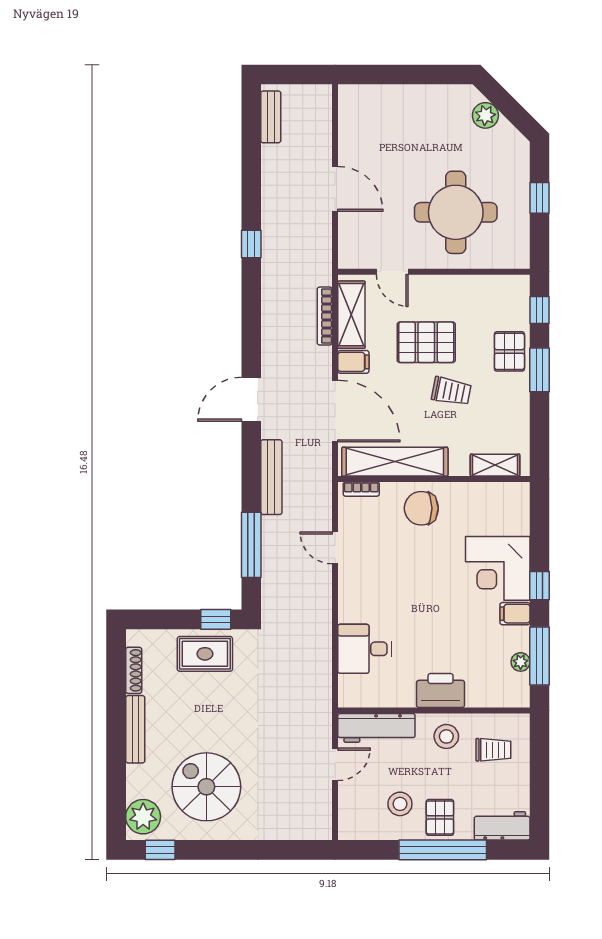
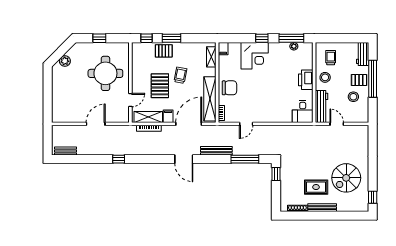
chair: (421, 508) -> (229, 88), turned -90
filing cabinet: (515, 614) -> (223, 49), moved
desk: (365, 649) -> (303, 112), moved
rug: (205, 654) -> (316, 187), moved, turned 90
plant: (143, 817) -> (359, 204), removed

